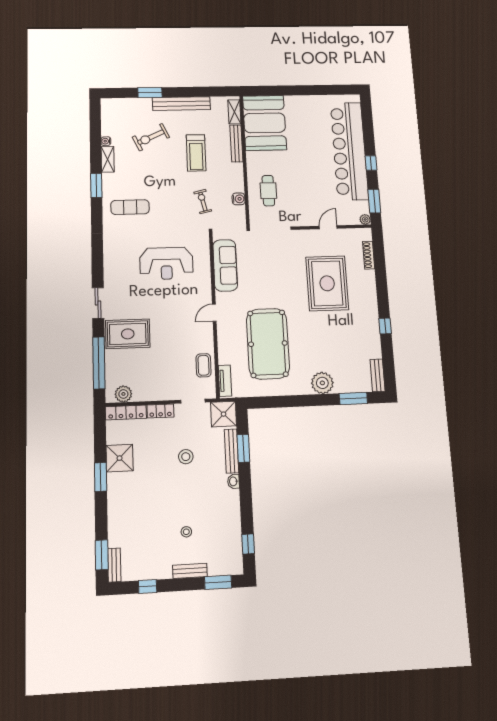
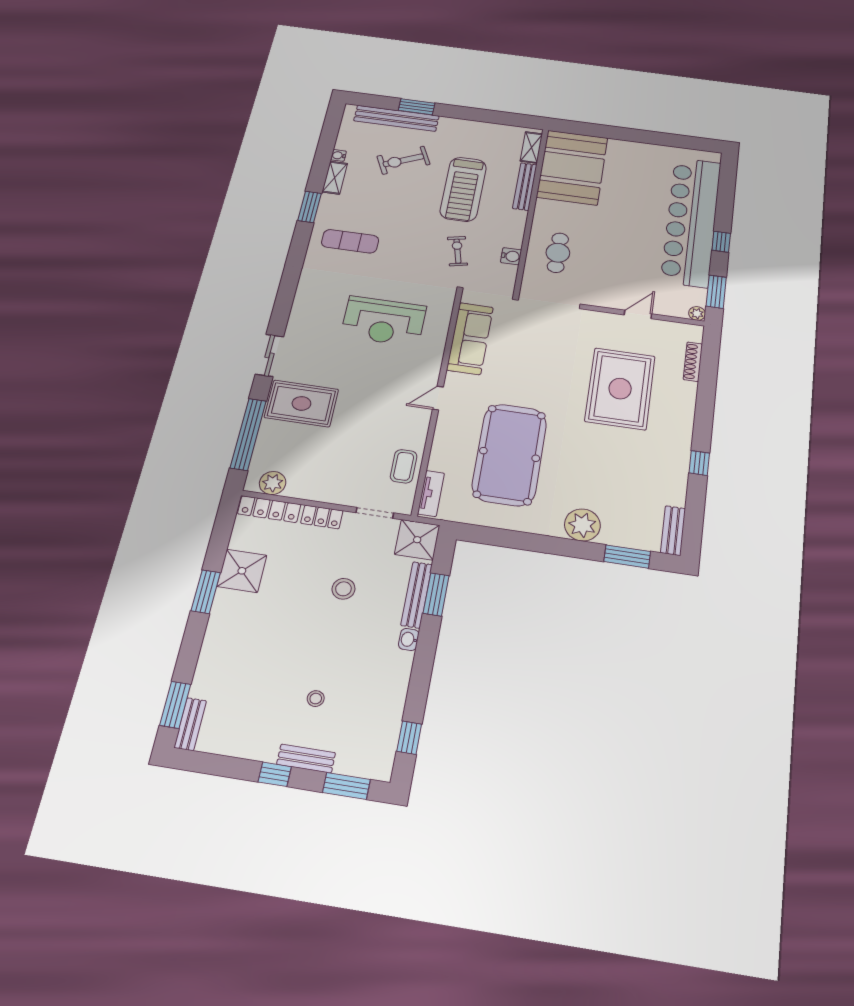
bench: (181, 104) -> (396, 118), moved
treadmill: (196, 153) -> (463, 189), width x1.37, depth x1.38
window: (148, 586) -> (275, 774), moved

